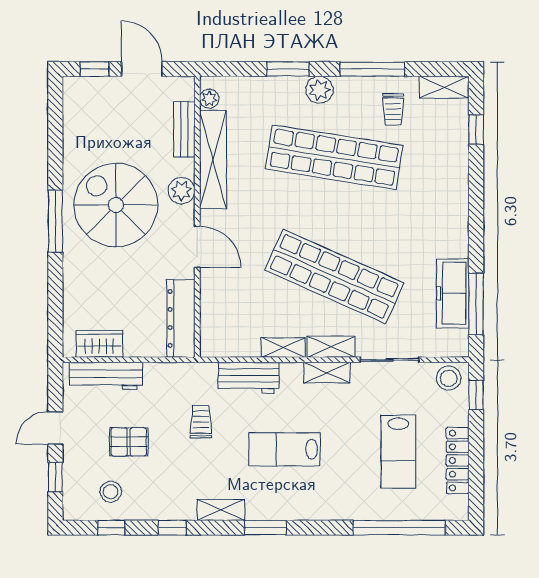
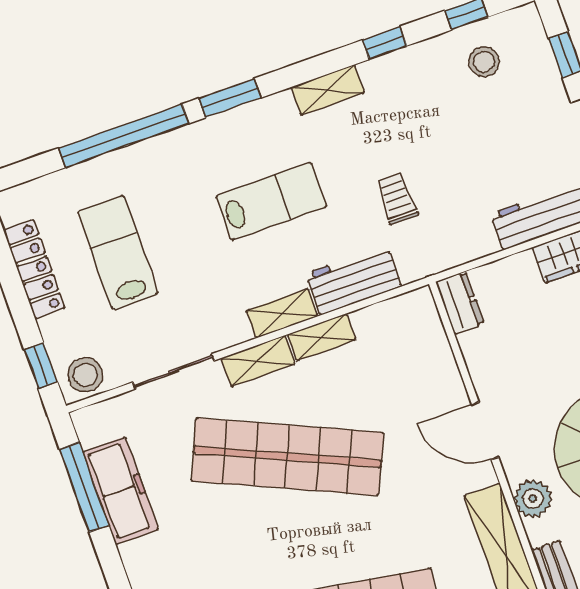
dresser: (181, 318) -> (460, 303), width x0.51, depth x0.80
shelving: (327, 373) -> (282, 313), moved
trolley: (201, 422) -> (397, 198), turned 180
pallet: (129, 442) -> (484, 137), removed
window: (265, 528) -> (230, 98), moved
window: (399, 528) -> (124, 136), moved

